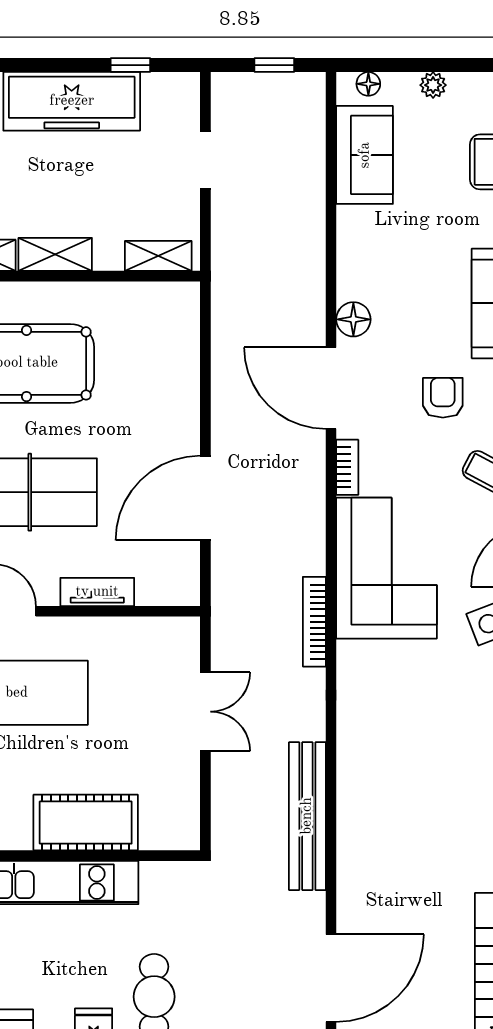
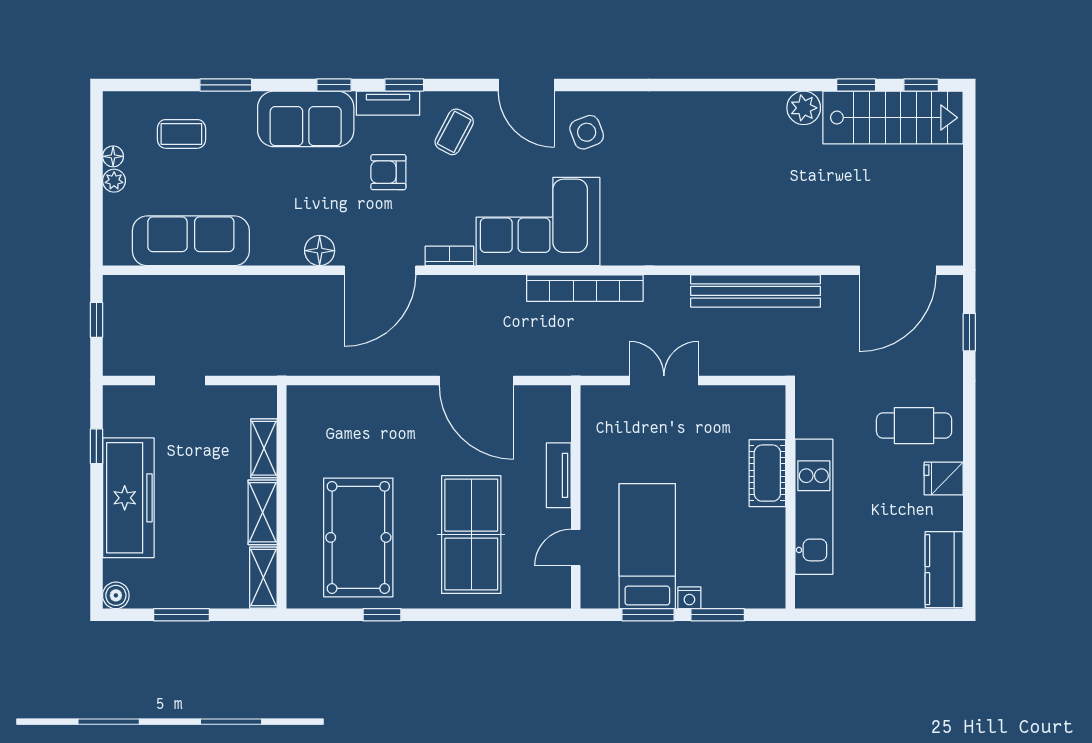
floor lamp: (368, 84) -> (113, 156), moved
sofa: (365, 155) -> (191, 241), width x1.36
shelving: (158, 256) -> (264, 448), moved
bookcase: (314, 622) -> (585, 288), width x1.48, depth x1.31
cot: (86, 823) -> (767, 473), width x0.73, depth x0.75
door: (331, 978) -> (898, 270), swing flipped

